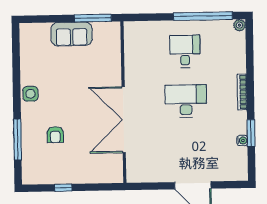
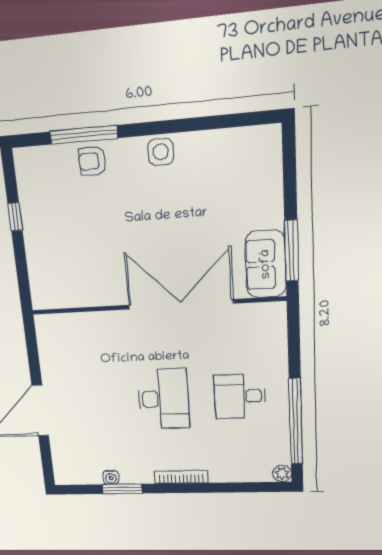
sofa: (72, 34) -> (266, 264), moved
desk: (185, 51) -> (240, 396), turned 180
double door: (124, 120) -> (181, 304), moved
armchair: (55, 135) -> (92, 161), moved

